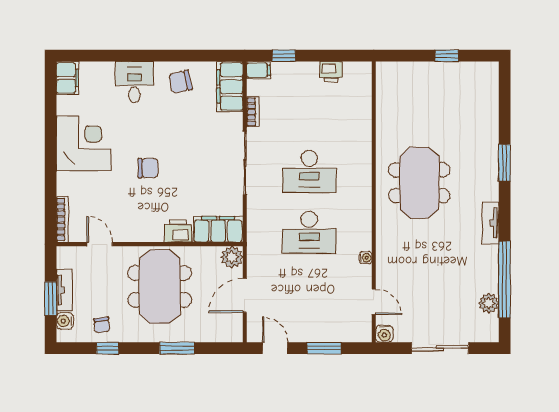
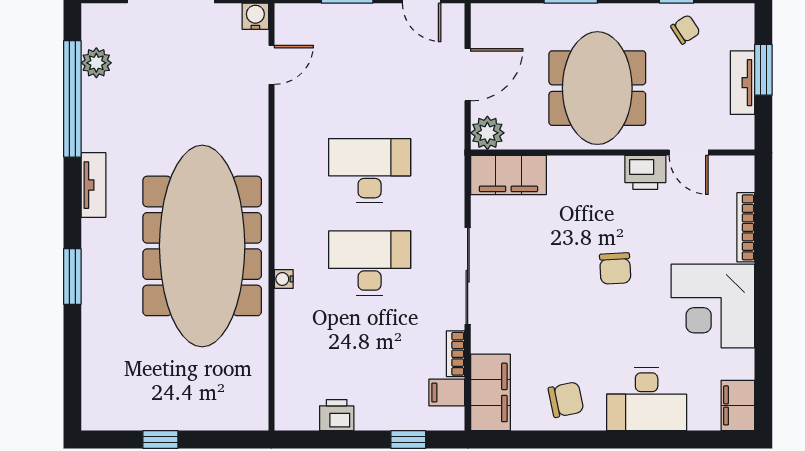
filing cabinet: (259, 70) -> (447, 392), moved
desk: (134, 82) -> (647, 399), width x1.37
chair: (148, 168) -> (615, 268), turned -93
meeting table: (419, 183) -> (202, 246), width x1.86, depth x1.27
bookcase: (62, 220) -> (746, 227), moved
printer: (178, 231) -> (645, 172), moved
water cooler: (366, 258) -> (284, 279), moved
door: (374, 302) -> (271, 65), swing flipped
water cooler: (65, 321) -> (742, 36), removed
chair: (102, 325) -> (685, 29), turned 63

